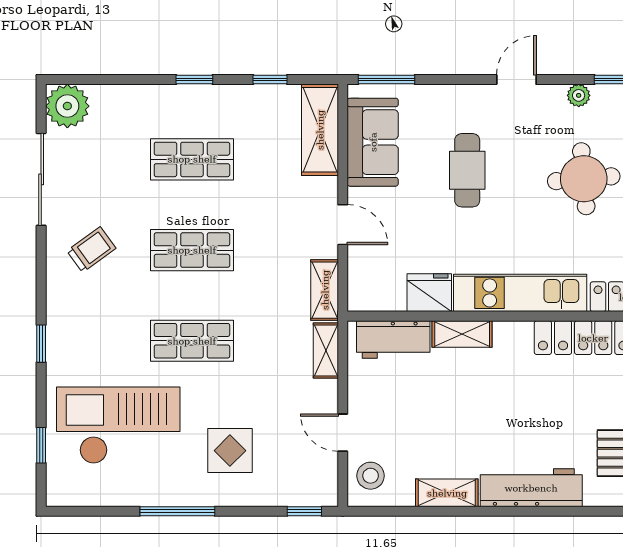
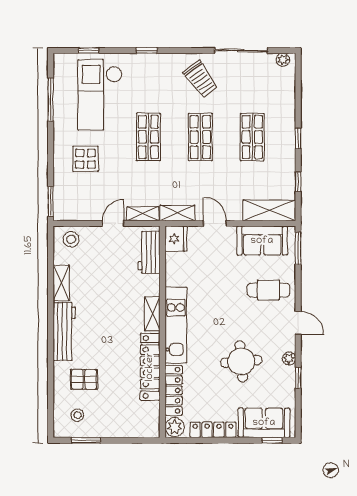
plant: (67, 106) -> (283, 60), width x0.53, depth x0.53
cafe table: (467, 170) -> (268, 290), moved
door: (343, 225) -> (215, 223), swing flipped
trolley: (91, 250) -> (201, 79), width x1.36, depth x1.39
fridge: (429, 293) -> (176, 239), moved
shelving: (462, 334) -> (152, 314), moved
checkout: (118, 425) -> (100, 95), turned 180
door: (343, 433) -> (113, 223), moved
window: (177, 511) -> (51, 100), moved
window: (304, 511) -> (51, 201), width x1.50

